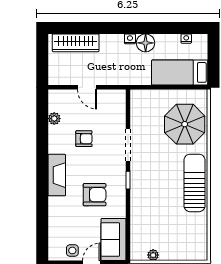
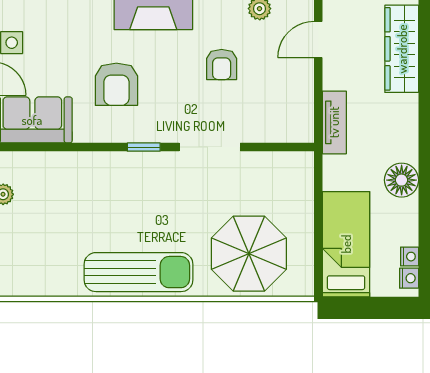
nightstand: (130, 39) -> (409, 278), moved
tv unit: (115, 79) -> (334, 122), added
door: (87, 87) -> (318, 40), moved

